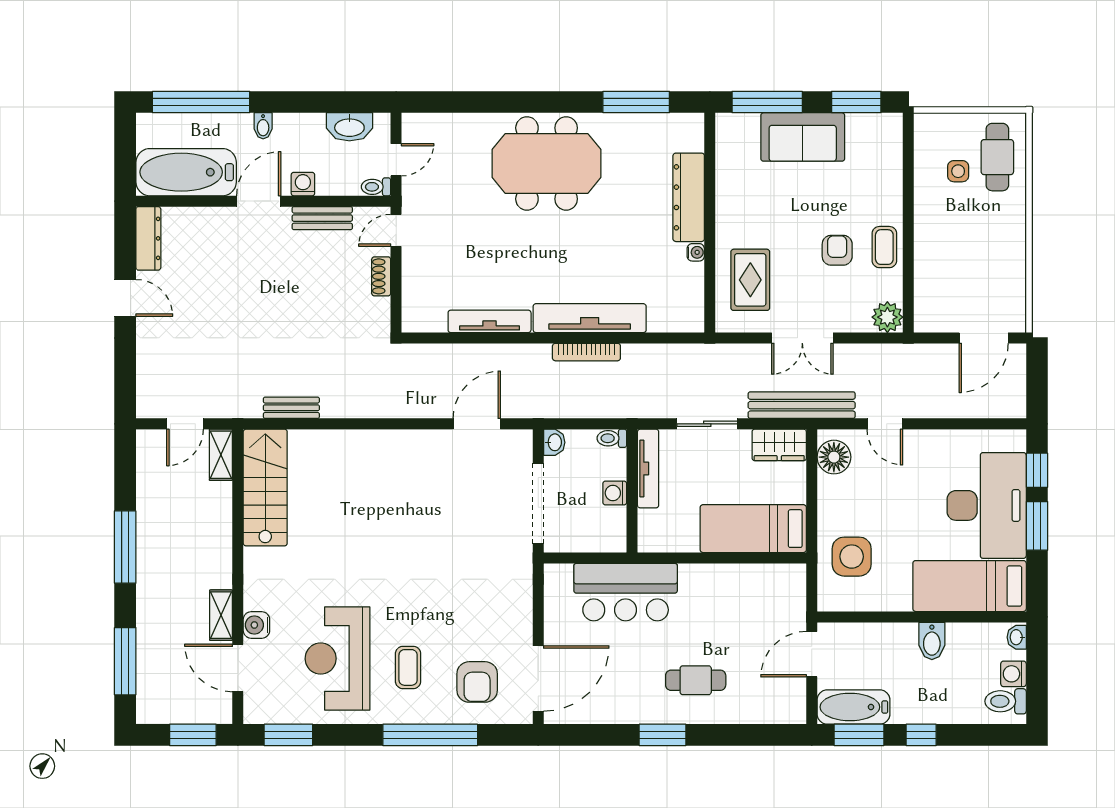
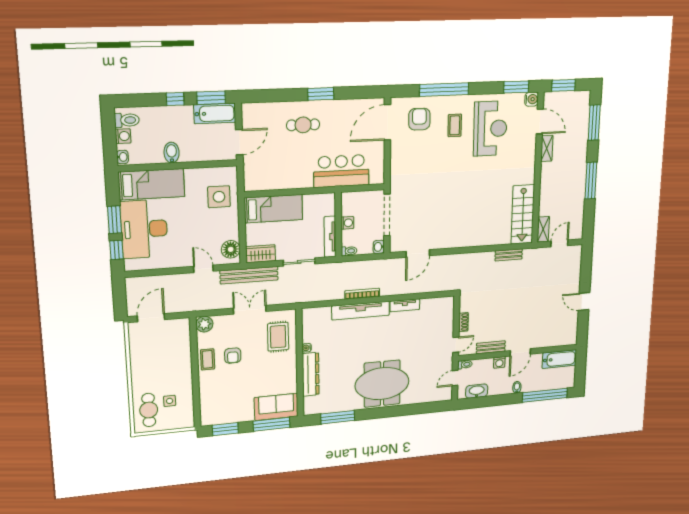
sofa: (803, 137) -> (276, 407), moved
bathtub: (186, 172) -> (559, 359), width x0.73, depth x0.73
dresser: (148, 238) -> (572, 330), removed
tv unit: (490, 321) -> (405, 305), width x0.71
water cooler: (256, 625) -> (532, 99), moved

